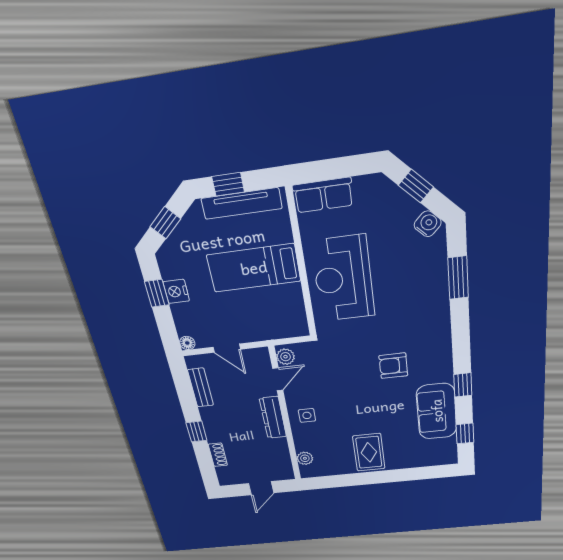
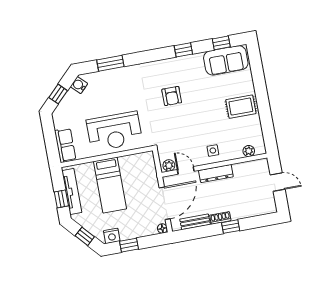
nightstand: (176, 291) -> (112, 236), moved
door: (227, 348) -> (165, 203), width x1.87
sofa: (437, 411) -> (226, 60), moved
shoe rack: (218, 455) -> (220, 218), moved

